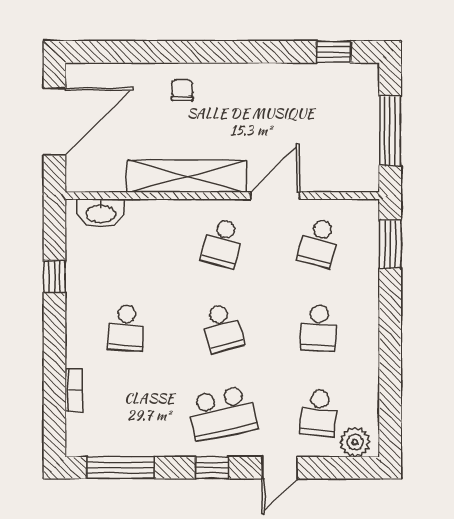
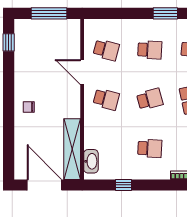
chair: (182, 90) -> (29, 107), moved
shelving: (187, 176) -> (72, 149), moved
window: (390, 244) -> (165, 13), moved

